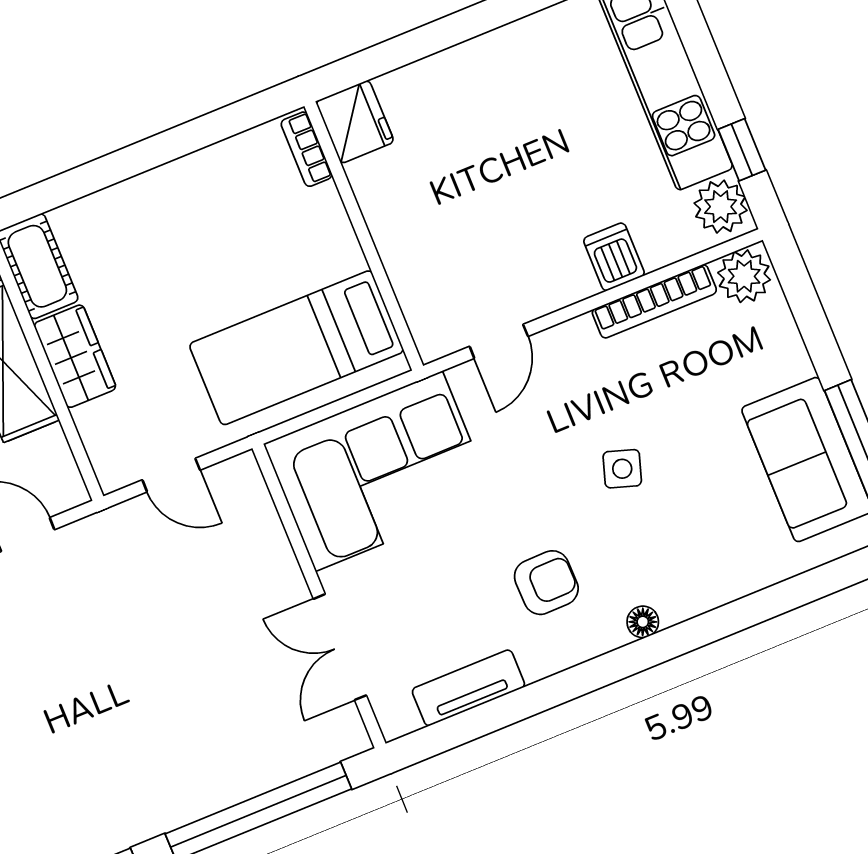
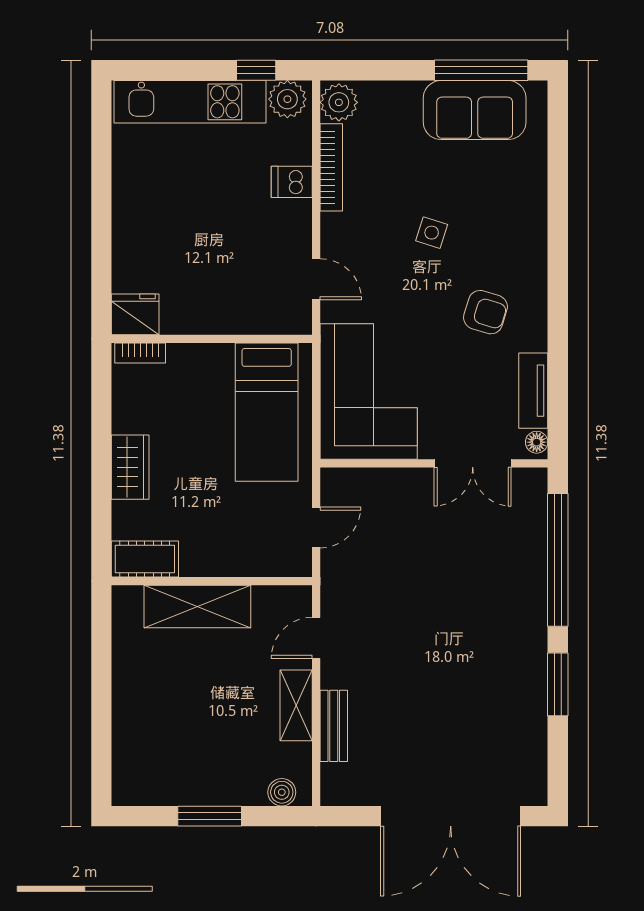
wardrobe: (75, 356) -> (130, 467), moved, turned 90
armchair: (546, 583) -> (485, 312), turned 108
floor lamp: (643, 622) -> (537, 442), moved

